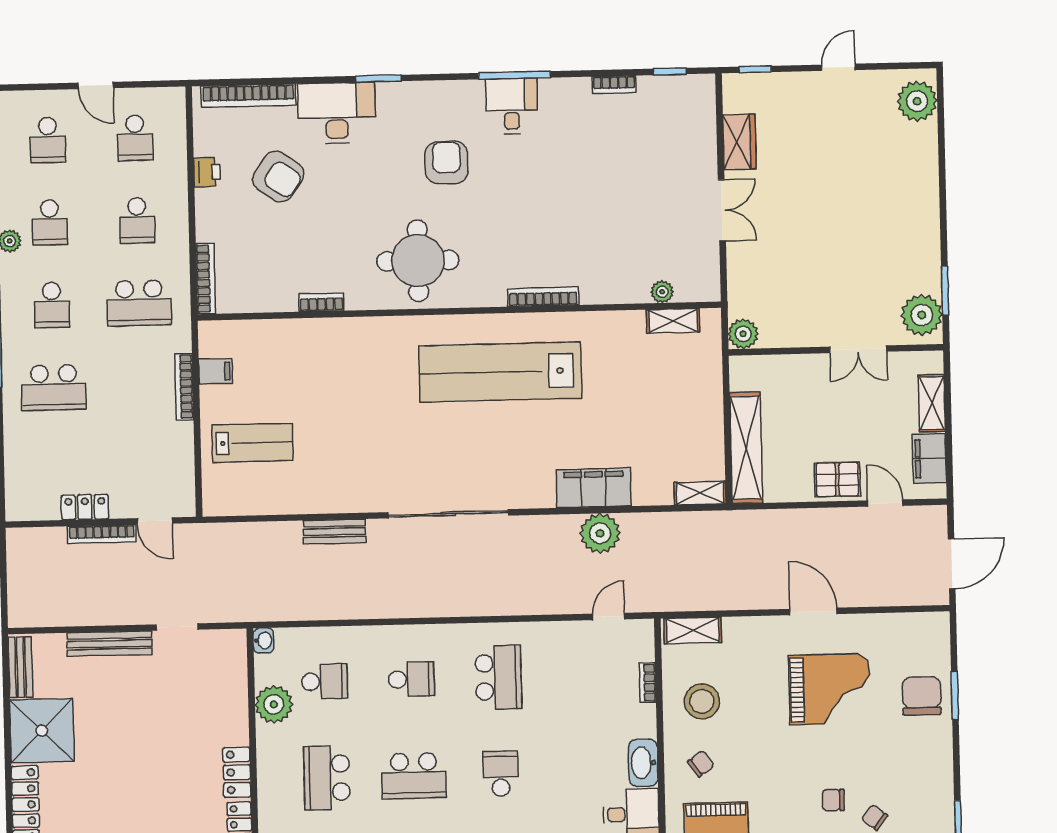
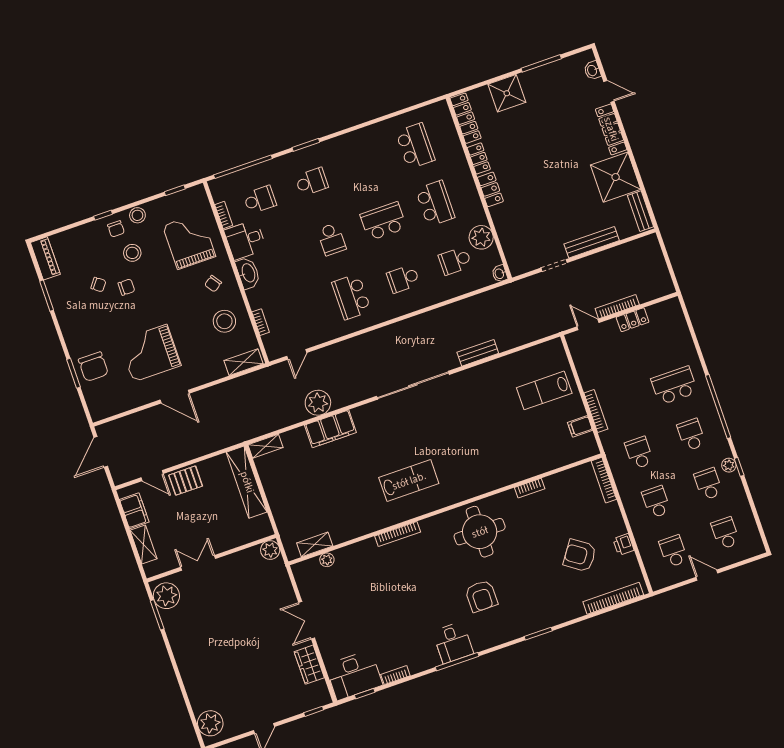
desk: (337, 113) -> (354, 675), moved
school desk: (139, 303) -> (639, 453), width x0.54
lab bench: (500, 372) -> (409, 481), width x0.54, depth x0.72

